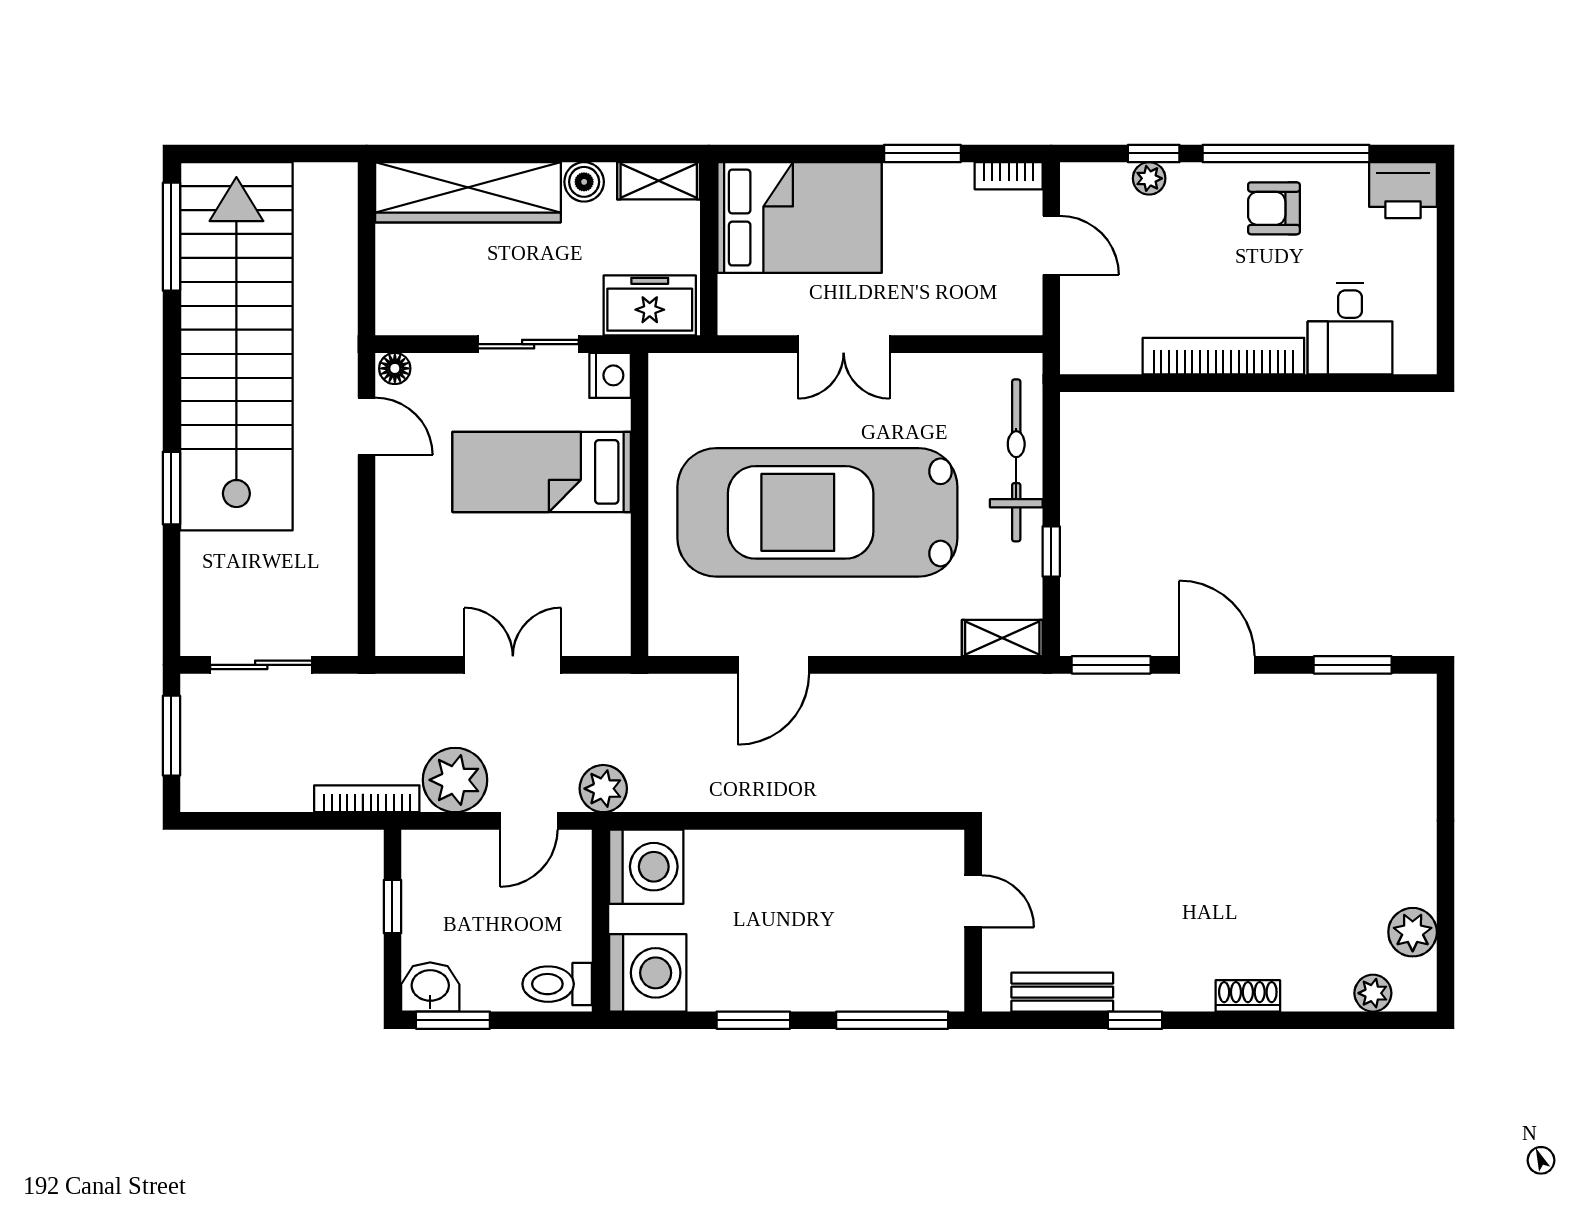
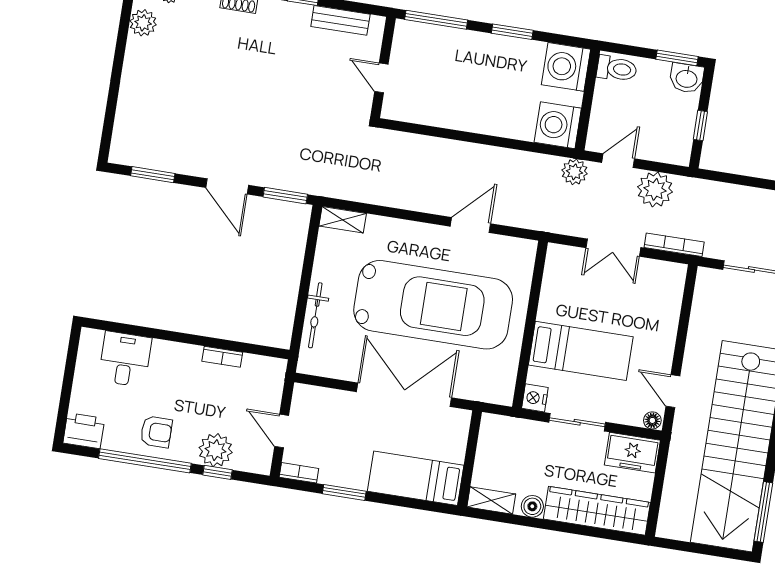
plant: (1149, 178) -> (216, 450), width x1.88, depth x1.88
bed: (800, 218) -> (416, 478), width x0.67
freezer: (650, 305) -> (632, 453), moved
double door: (844, 344) -> (404, 395), width x1.87
bookcase: (1223, 356) -> (222, 357), width x0.43, depth x0.76
bicycle: (1016, 460) -> (315, 315), width x0.73, depth x0.71
window: (1051, 551) -> (308, 263), removed
bookcase: (367, 799) -> (674, 245), moved, turned 180

